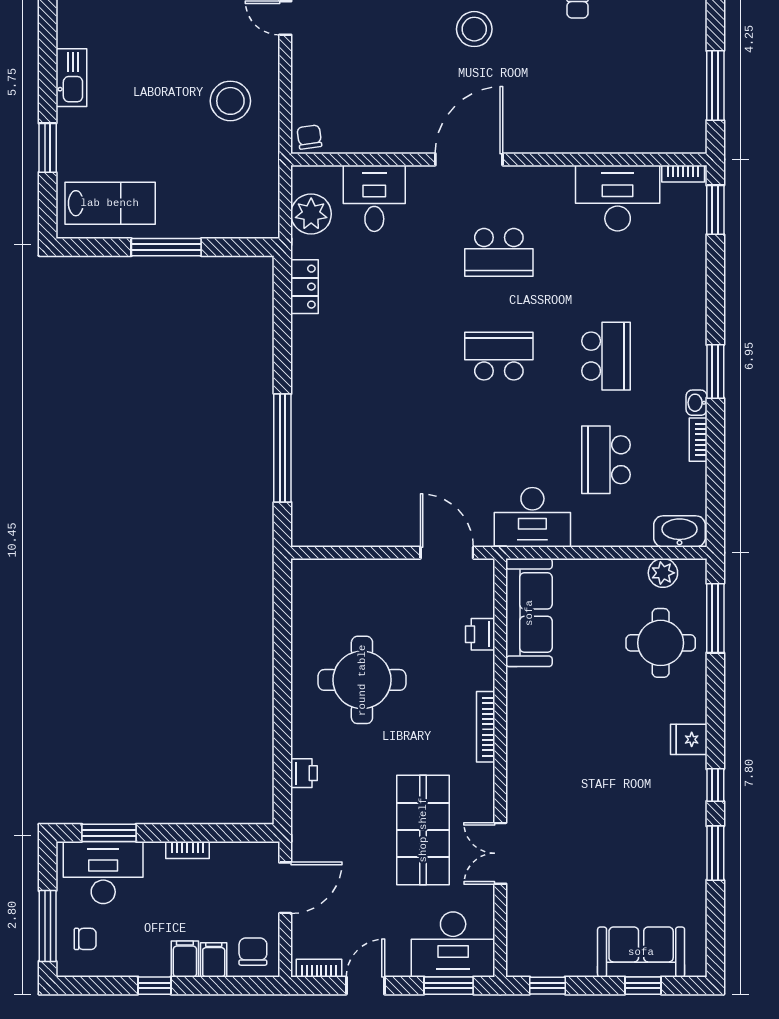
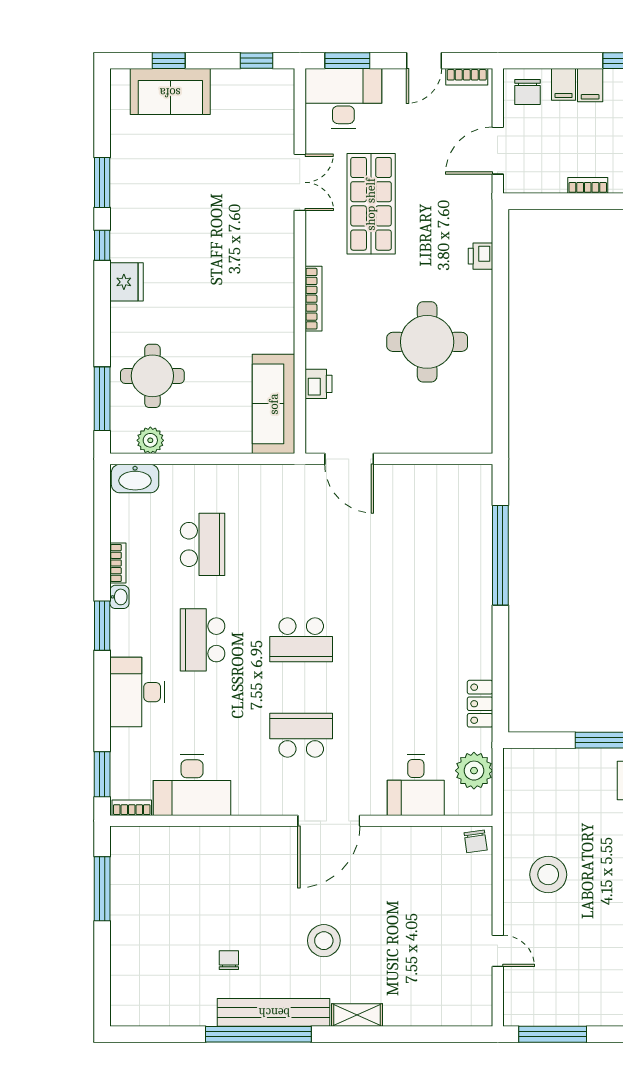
desk: (532, 517) -> (137, 692), moved, turned -90
fridge: (689, 739) -> (126, 282), width x1.38

